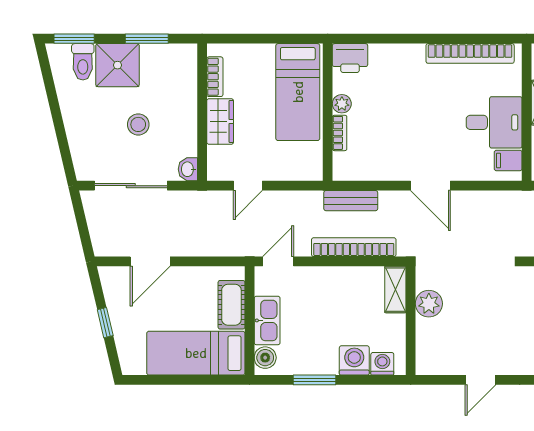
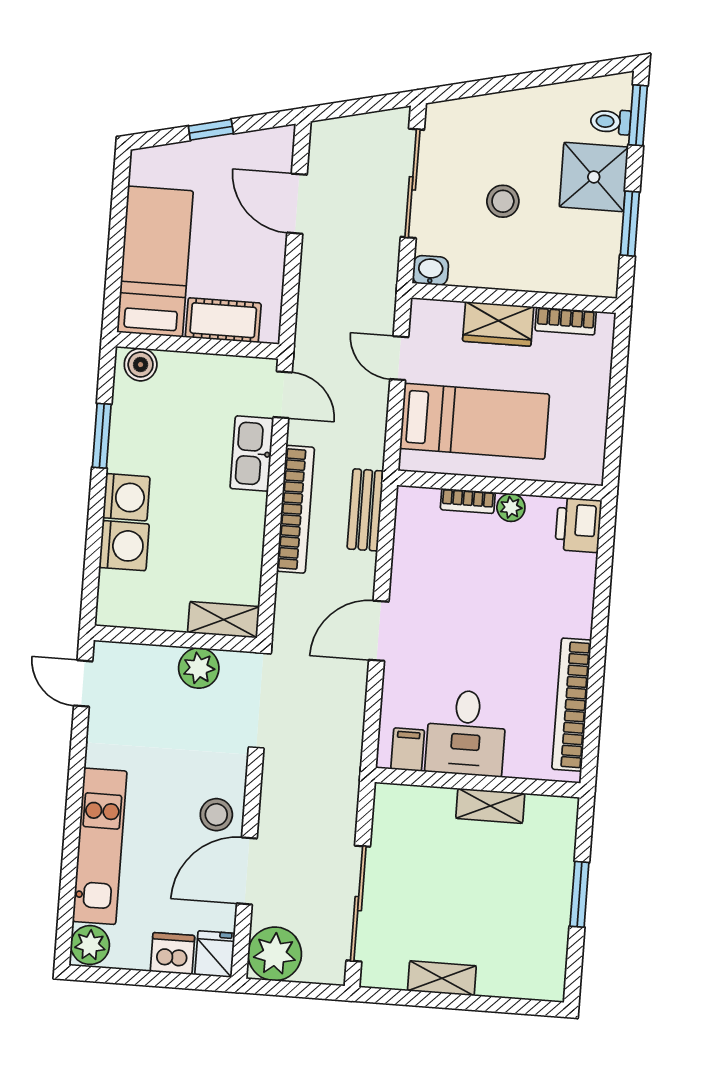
toilet: (83, 62) -> (611, 122), width x0.73, depth x0.72
bed: (298, 92) -> (475, 421), moved, turned 180
shelving: (395, 290) -> (224, 620), moved
plant: (429, 304) -> (199, 668), moved
kitchen sink: (267, 320) -> (252, 454), moved, turned 90
wall: (411, 321) -> (175, 639), moved
washing machine: (382, 364) -> (124, 546), width x1.38, depth x1.38

